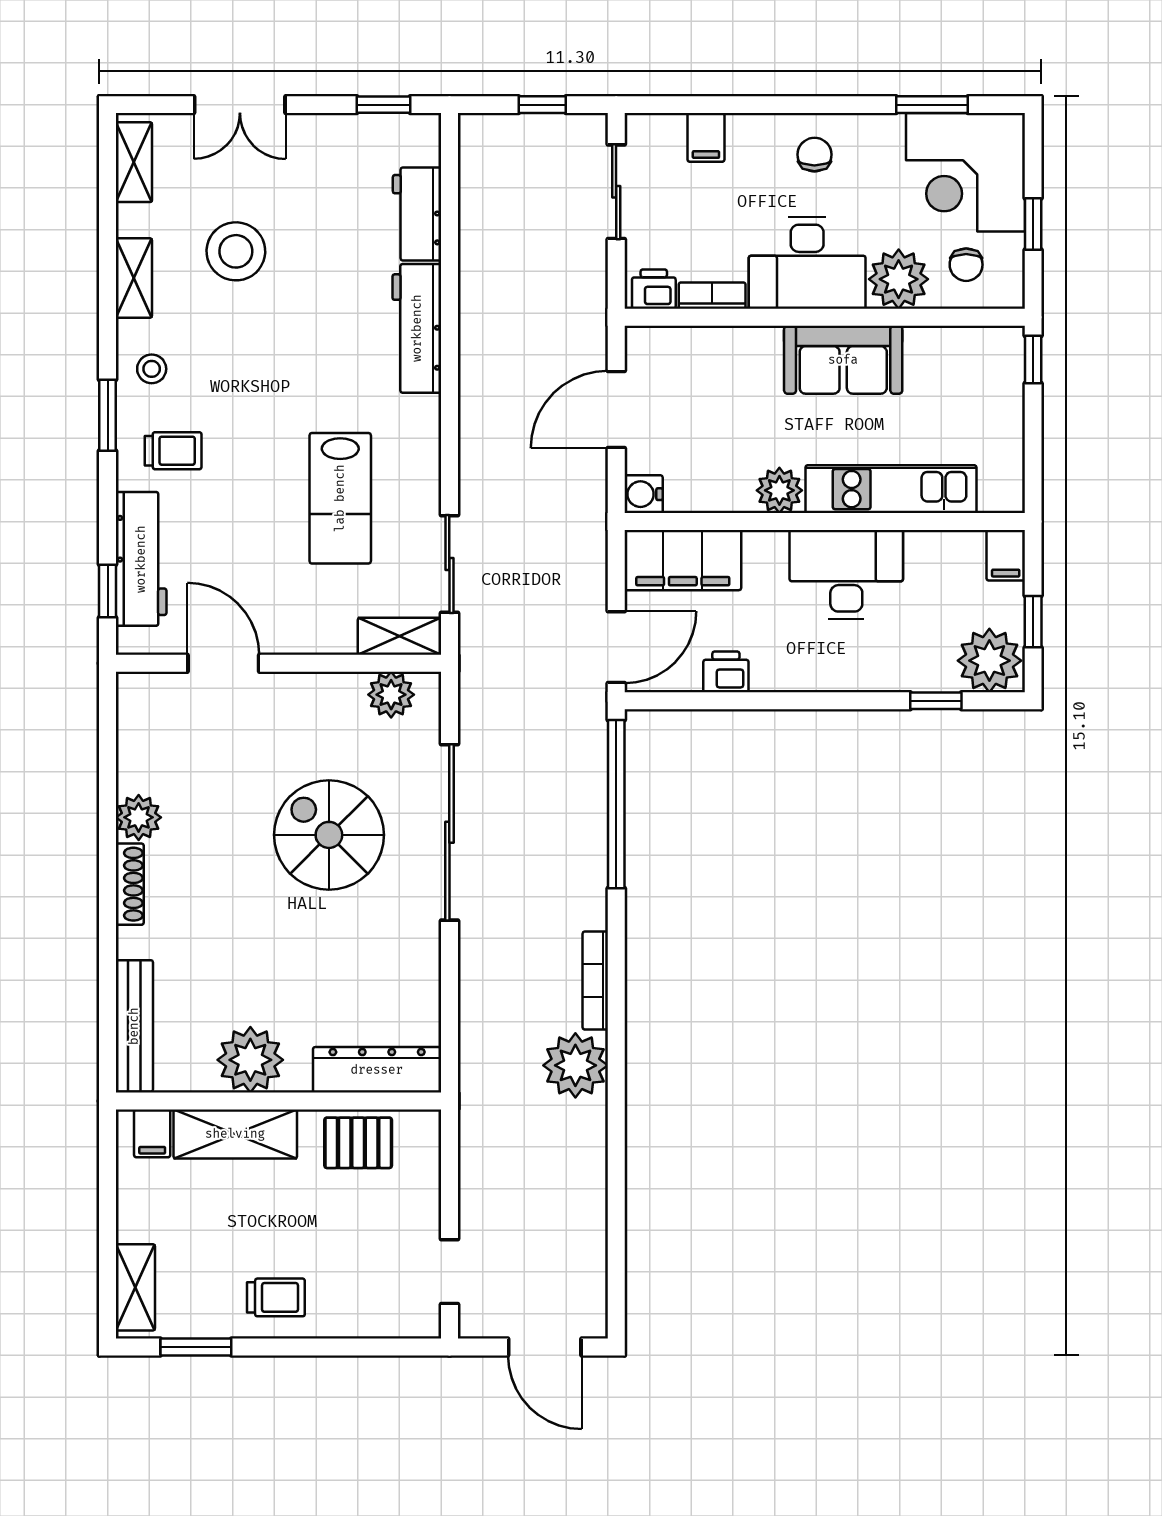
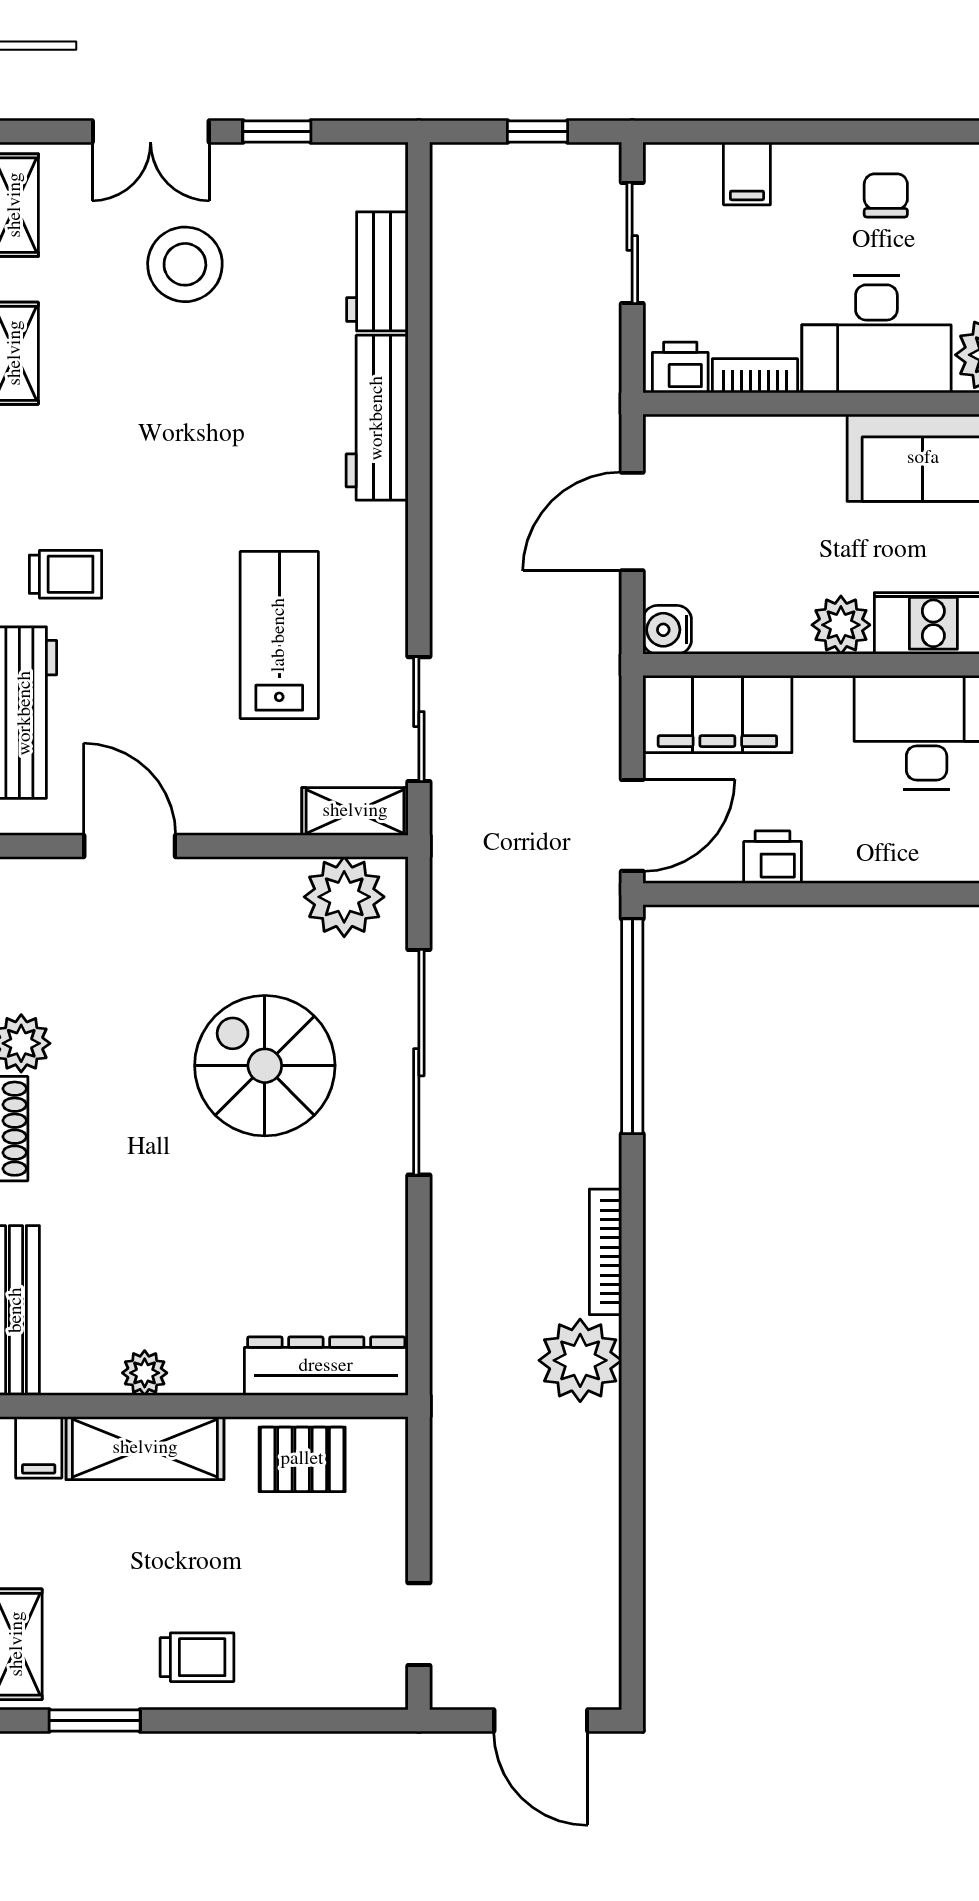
window: (383, 105) -> (277, 131), moved
stool: (236, 251) -> (185, 264), moved
stool: (152, 369) -> (38, 470), removed
lab bench: (340, 498) -> (279, 635), turned 180
plant: (391, 695) -> (344, 897), width x1.36, depth x1.36
plant: (250, 1060) -> (145, 1373), width x0.53, depth x0.53

